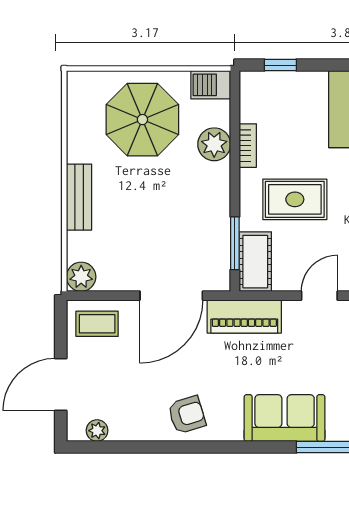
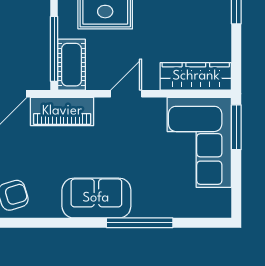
window: (235, 243) -> (54, 49), width x1.44

